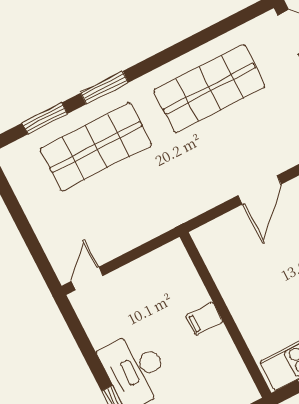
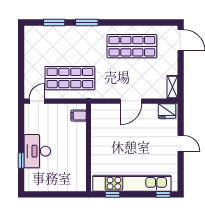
shop shelf: (96, 147) -> (70, 78), moved
filing cabinet: (204, 319) -> (79, 115), moved

